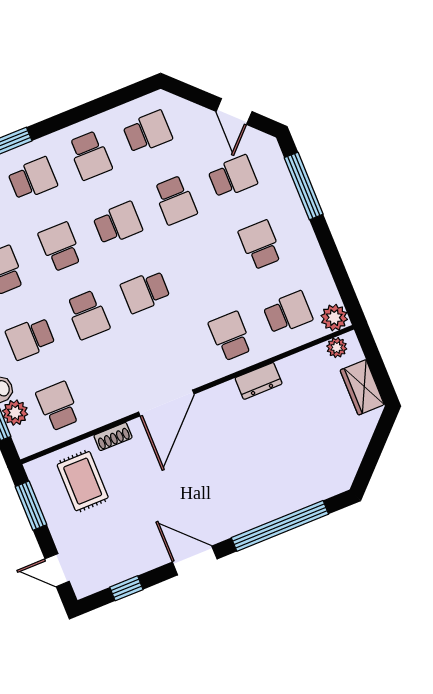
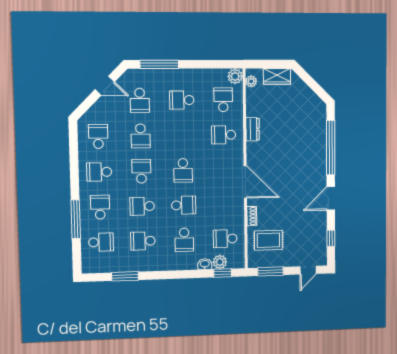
school desk: (90, 155) -> (99, 172), turned 180
school desk: (233, 177) -> (140, 100), turned 180
school desk: (175, 200) -> (141, 136), turned 90

